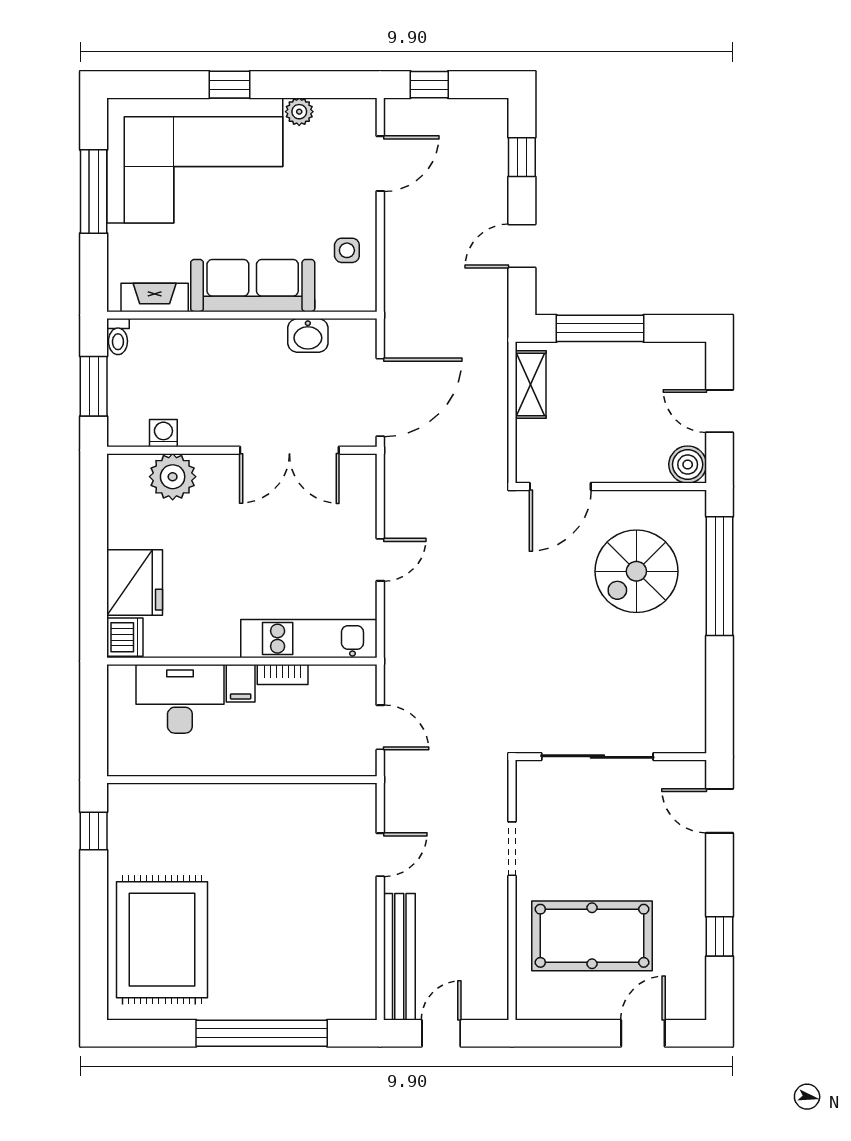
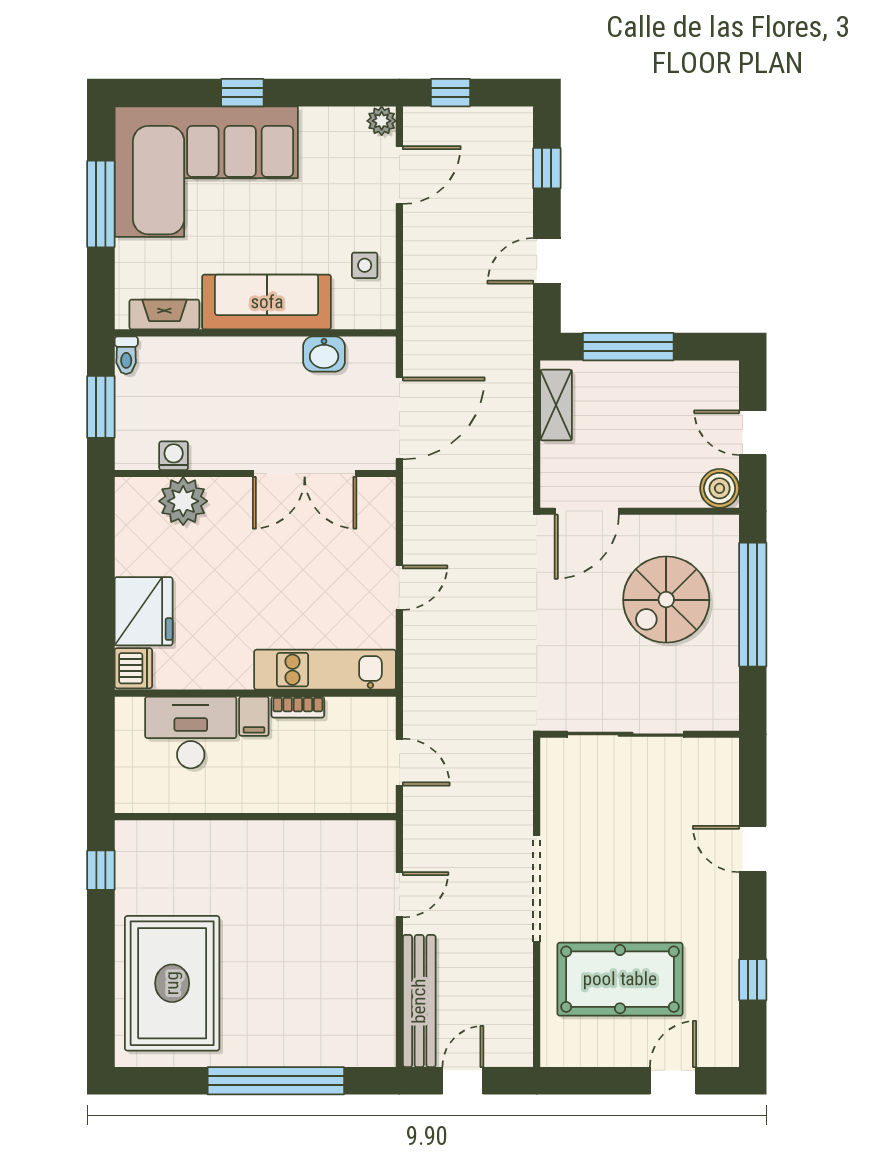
plant: (299, 112) -> (382, 121), moved
sliding door: (597, 757) -> (626, 734), moved
wall: (611, 757) -> (640, 734), moved
doorway: (512, 849) -> (537, 888), width x1.87

